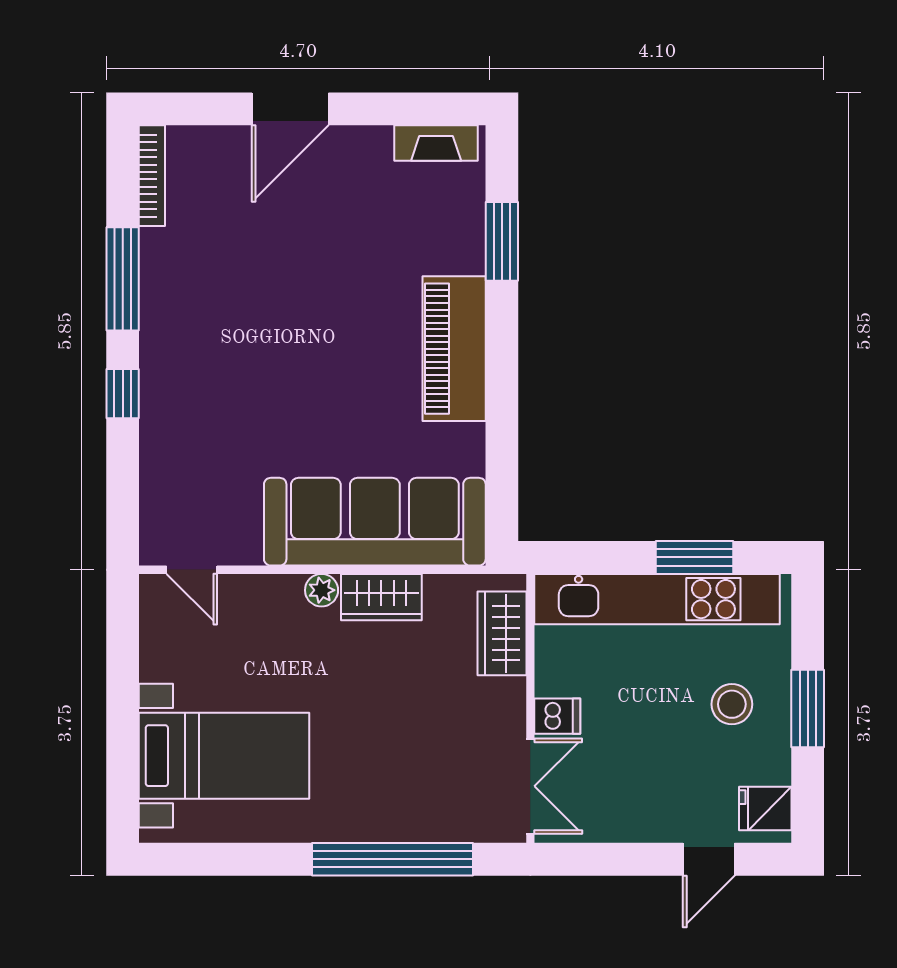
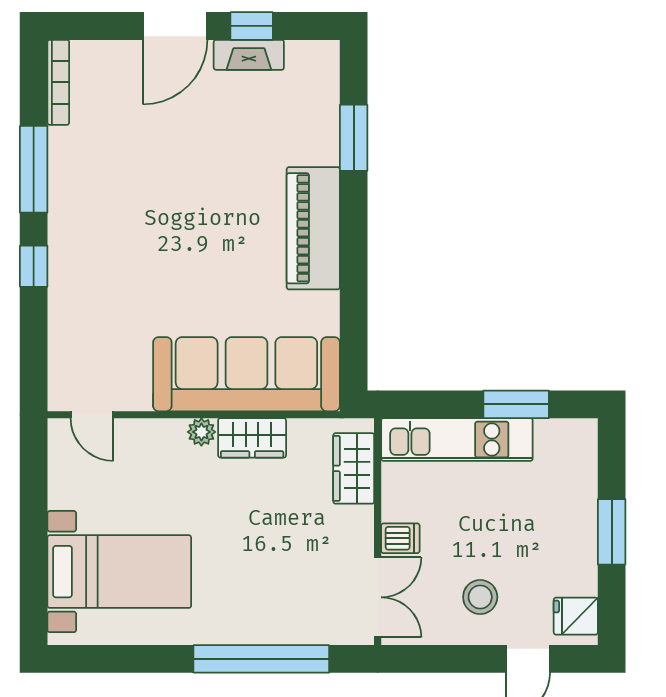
window: (381, 109) -> (252, 26), added
fireplace: (436, 143) -> (249, 55), moved
kitchen unit: (657, 599) -> (457, 439), width x0.73
stool: (732, 704) -> (480, 597), moved

